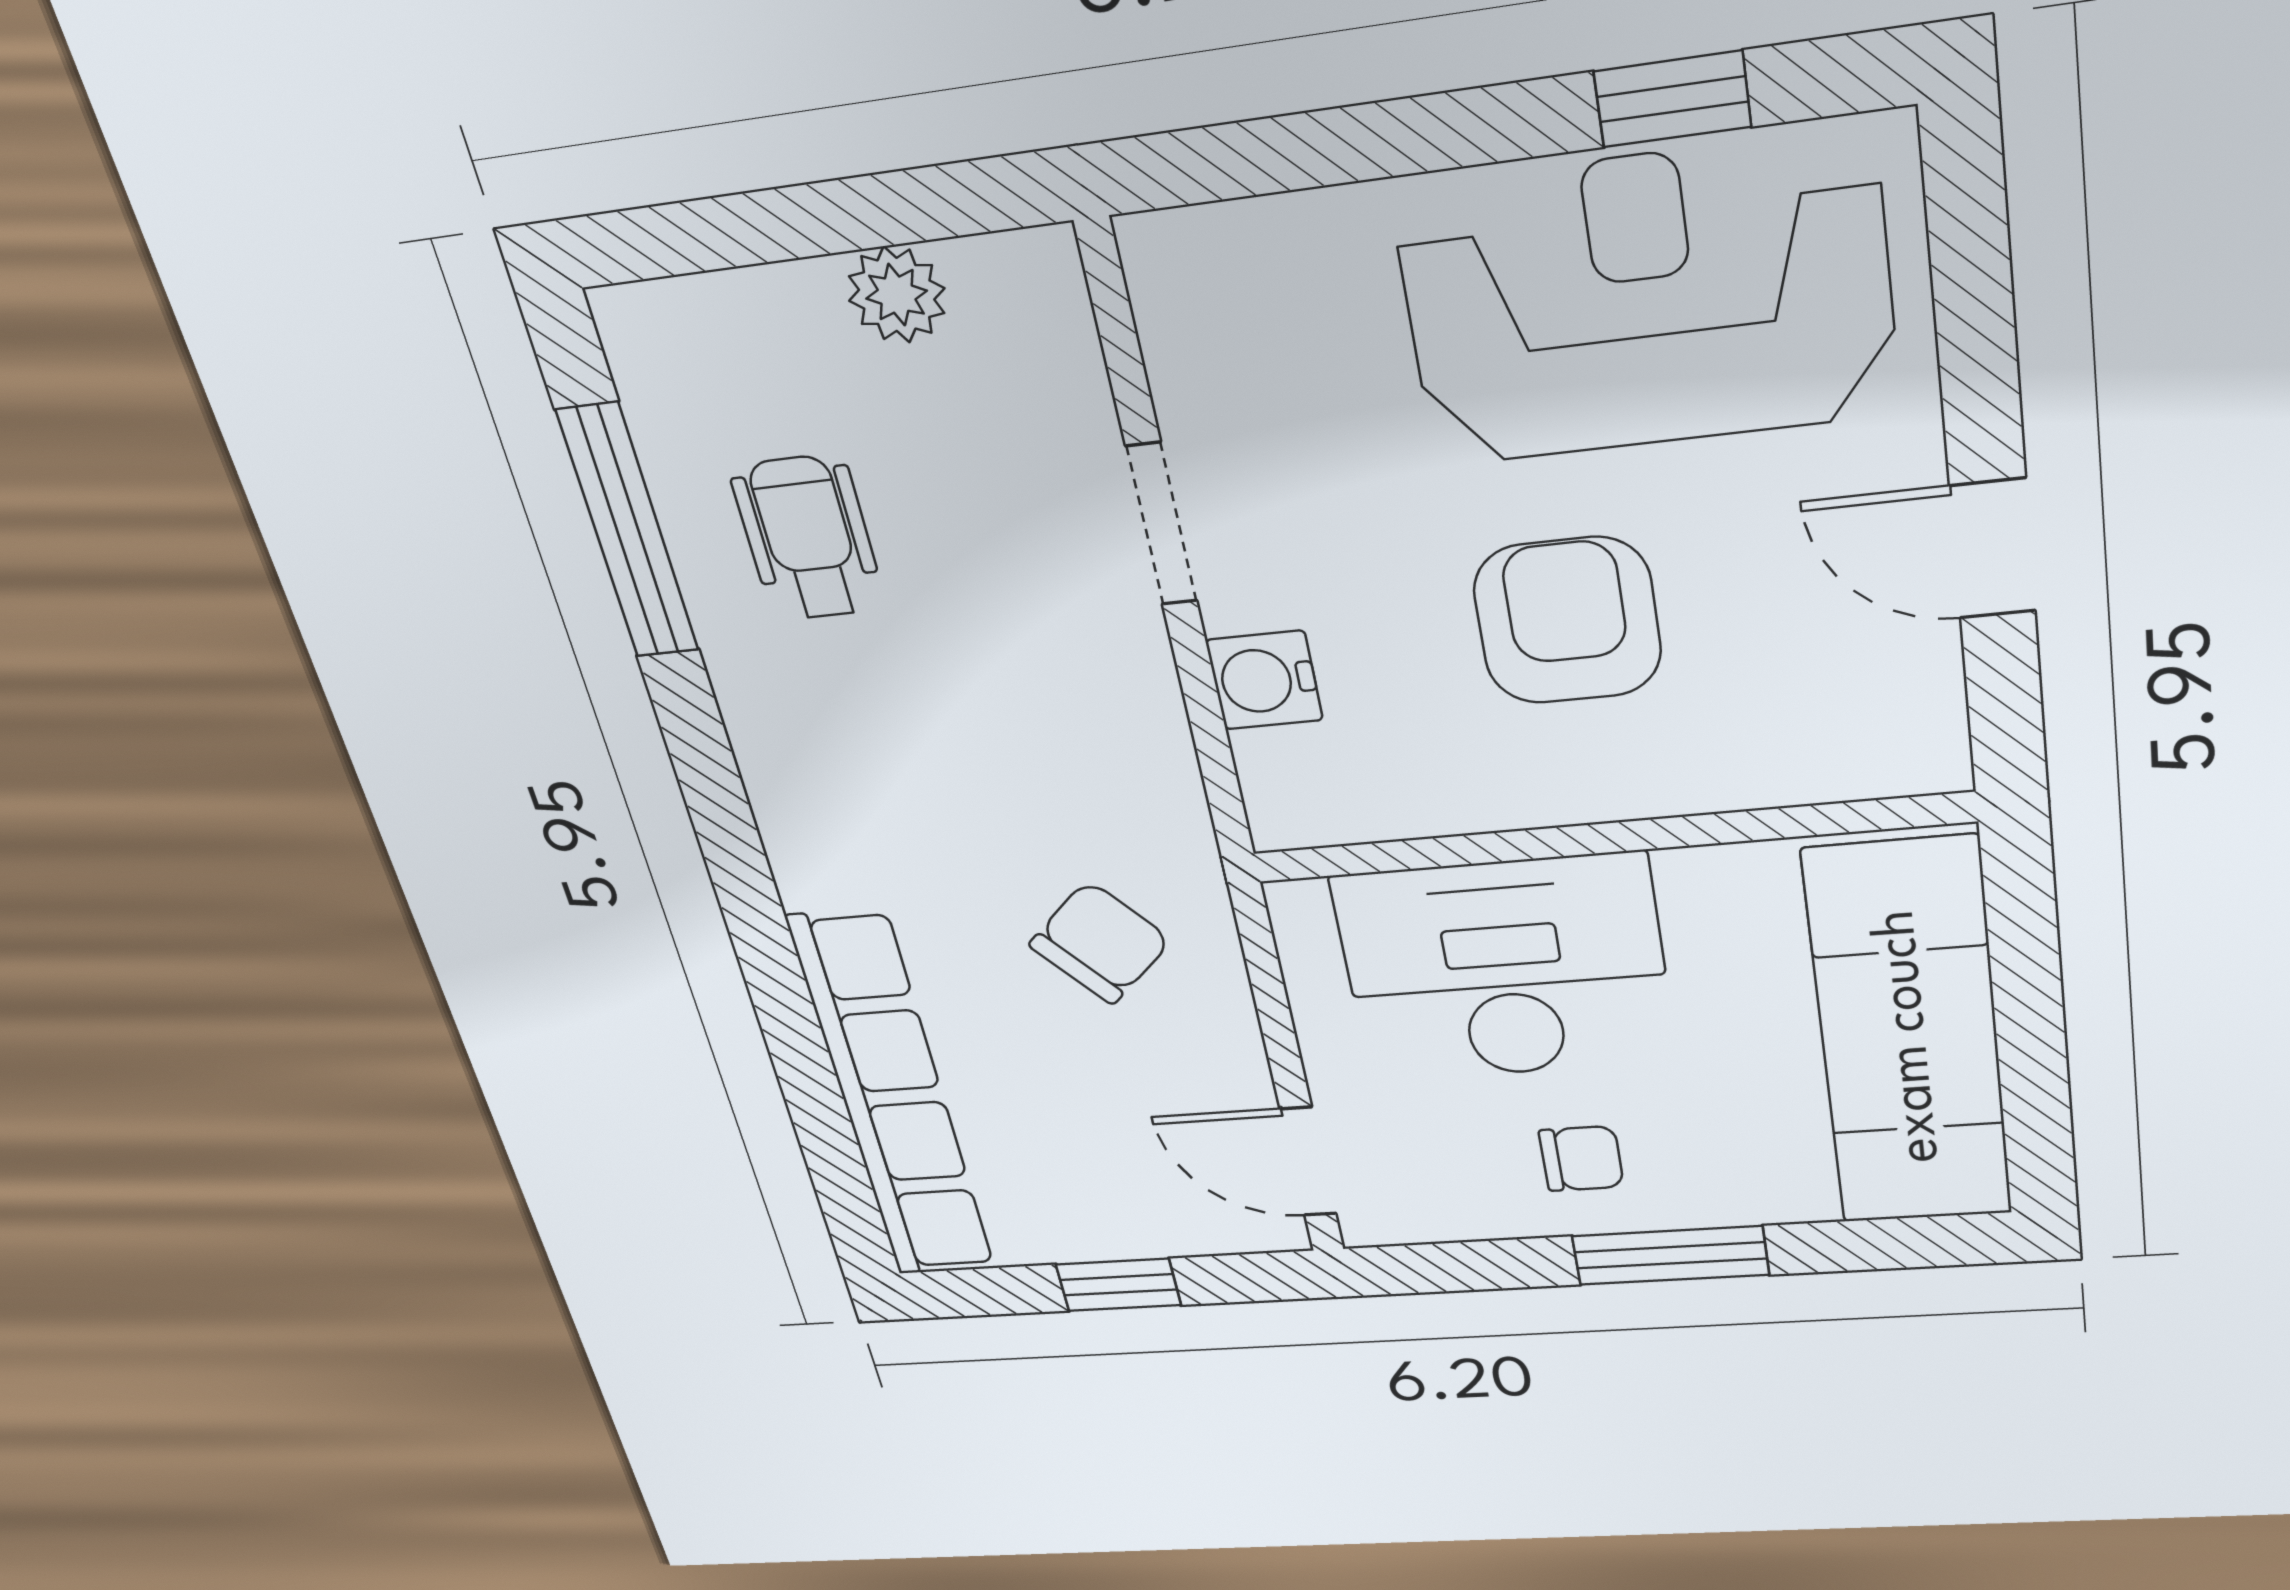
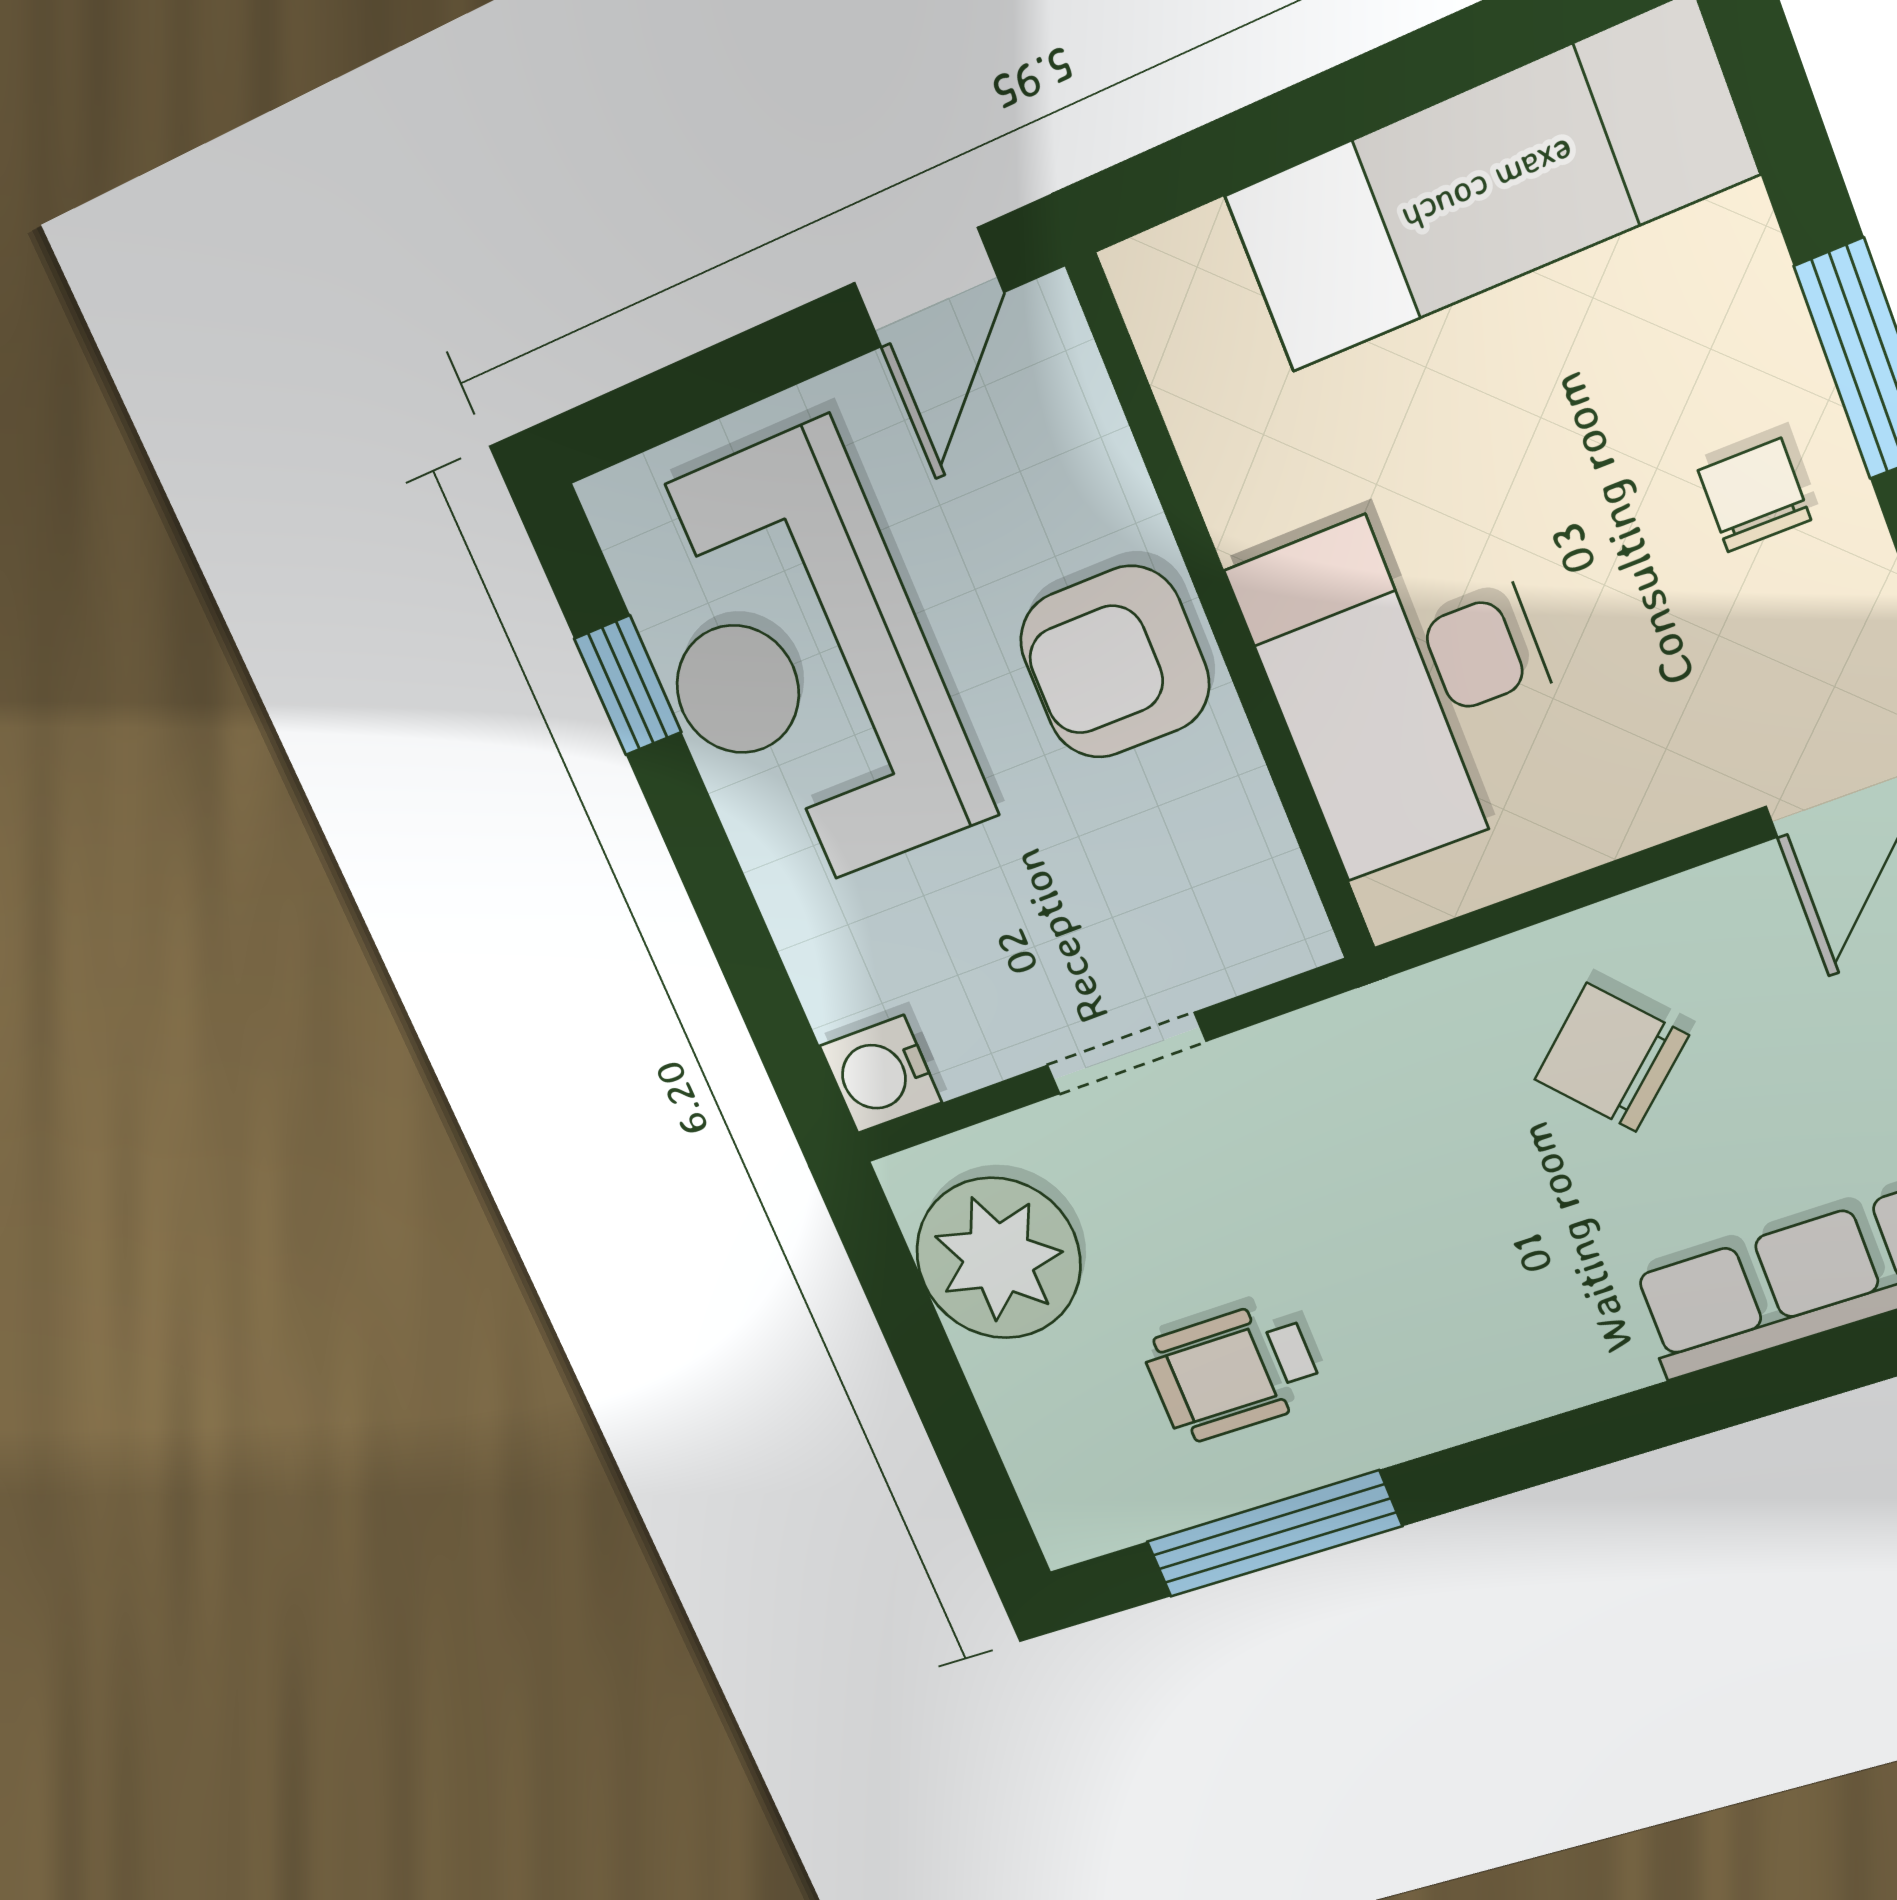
plant: (897, 295) -> (998, 1258), width x1.87, depth x1.87
water cooler: (1264, 680) -> (881, 1074), moved, turned 90
wall: (1607, 838) -> (1223, 613), moved
desk: (1505, 969) -> (1408, 680), moved

